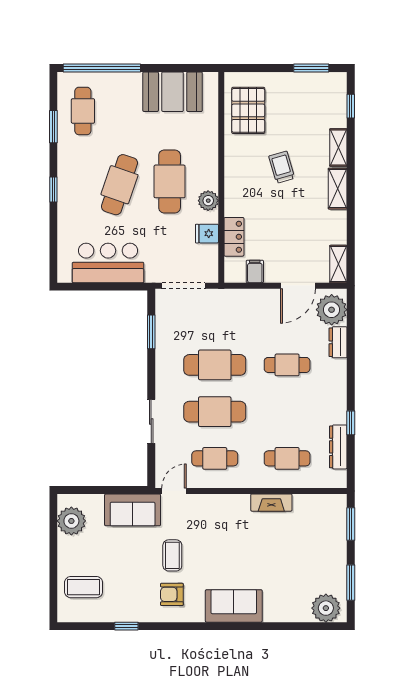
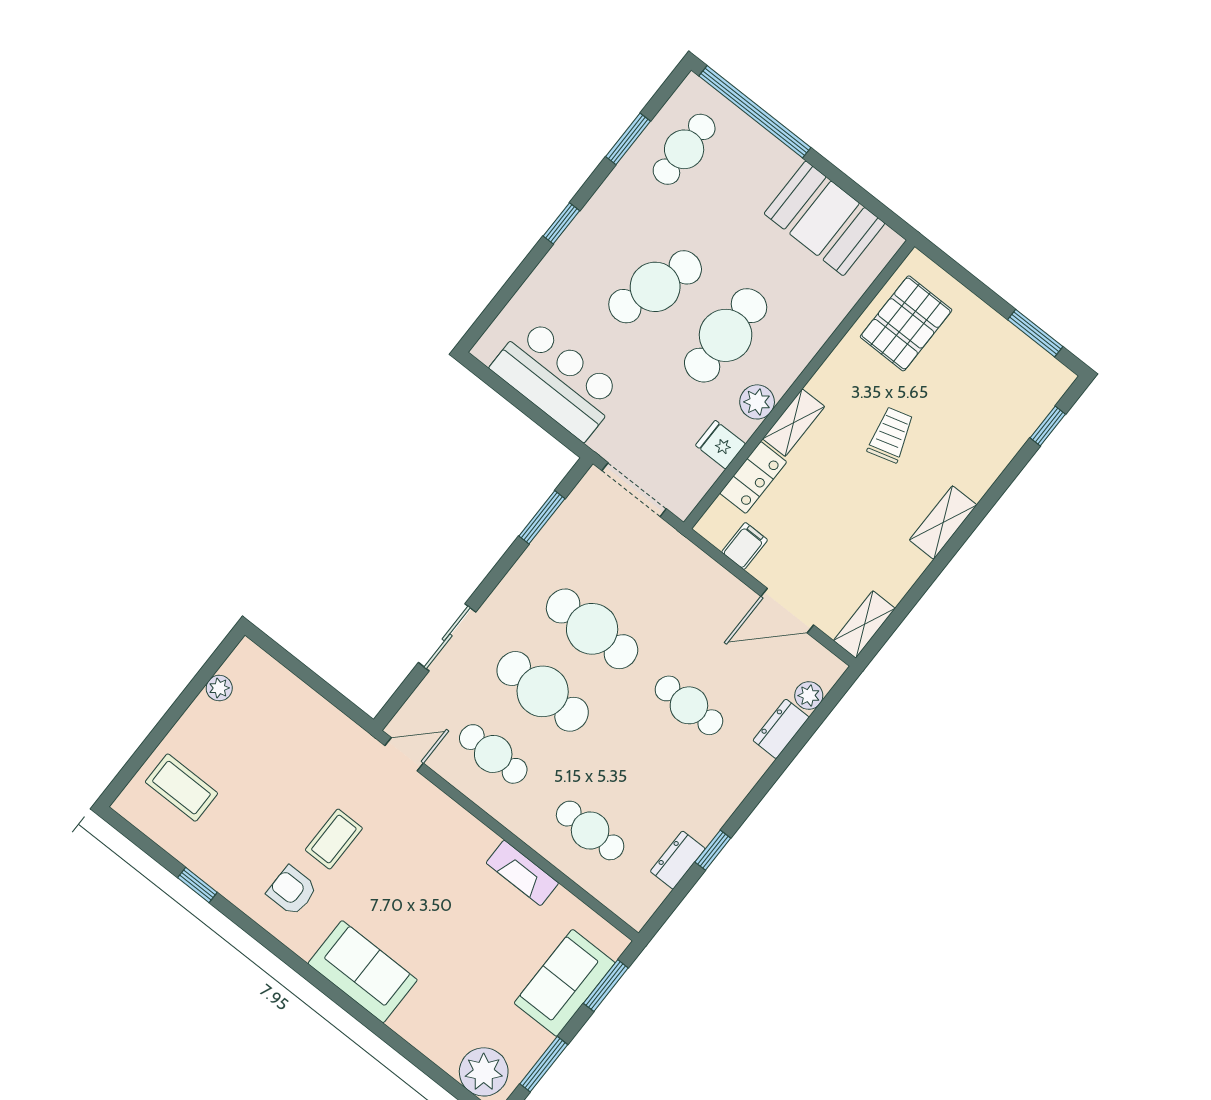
shelving: (338, 148) -> (794, 423), moved
plant: (332, 310) -> (809, 696), width x0.53, depth x0.53
dresser: (338, 447) -> (678, 860), width x0.70
sofa: (133, 510) -> (565, 983), moved, turned 90
plant: (71, 521) -> (219, 688), width x0.53, depth x0.53

